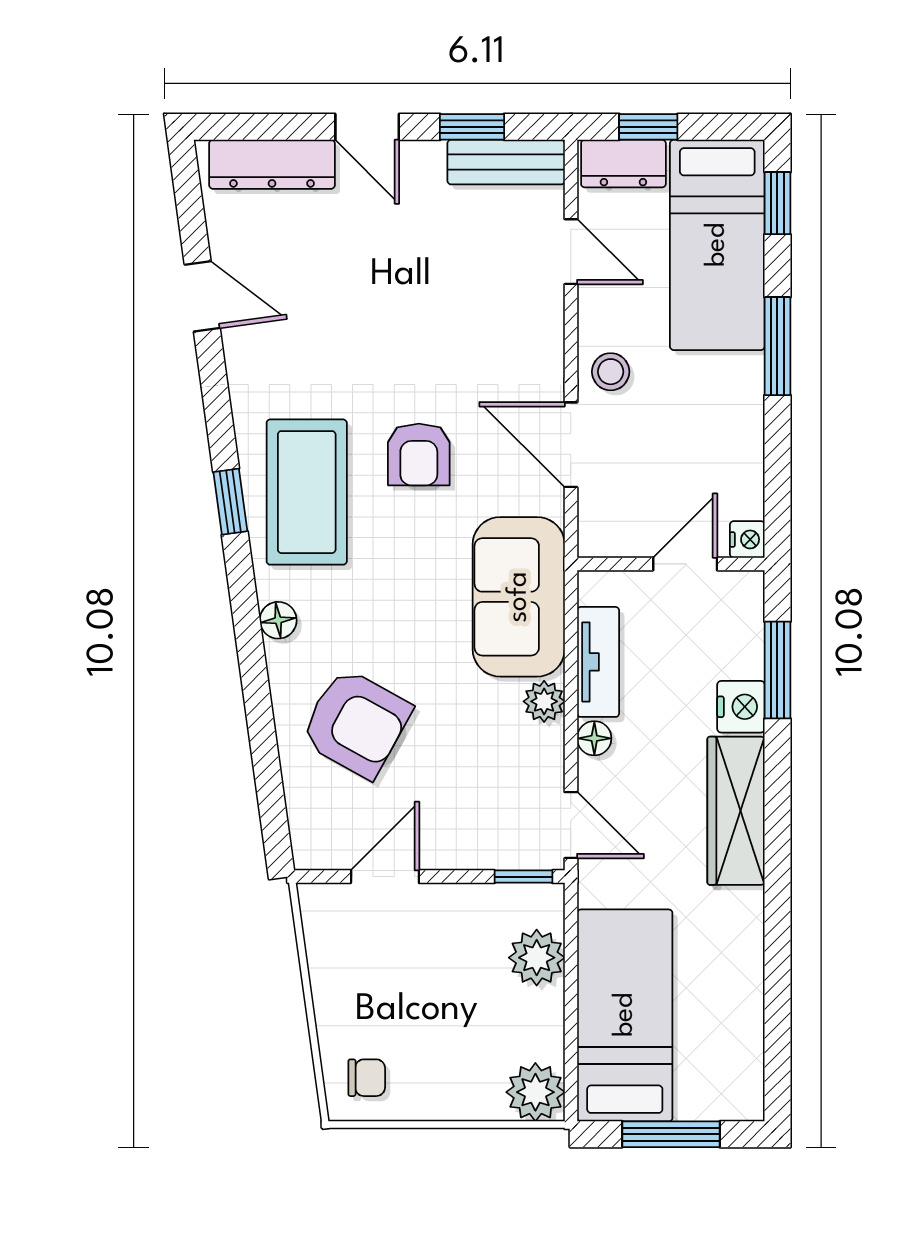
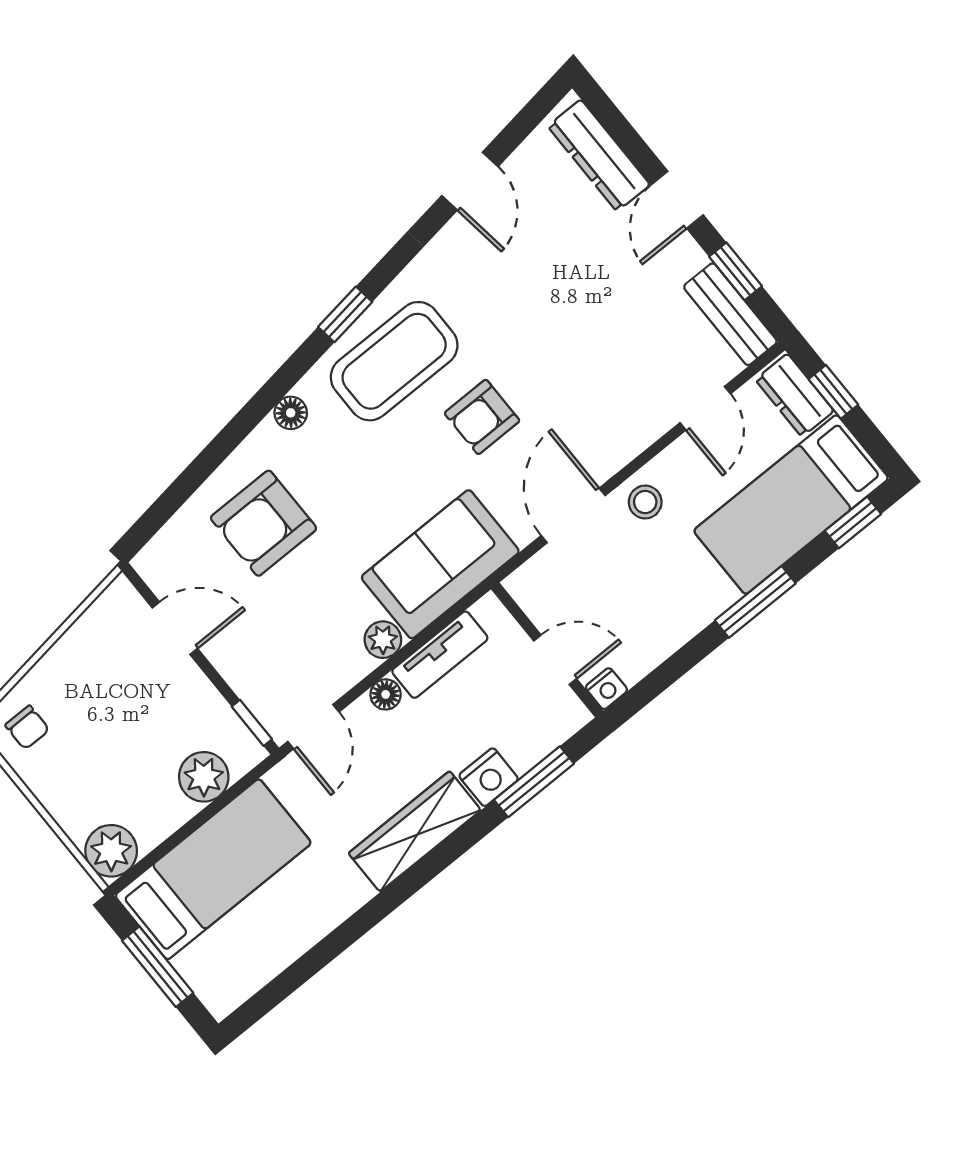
armchair: (356, 723) -> (264, 523), turned 61

